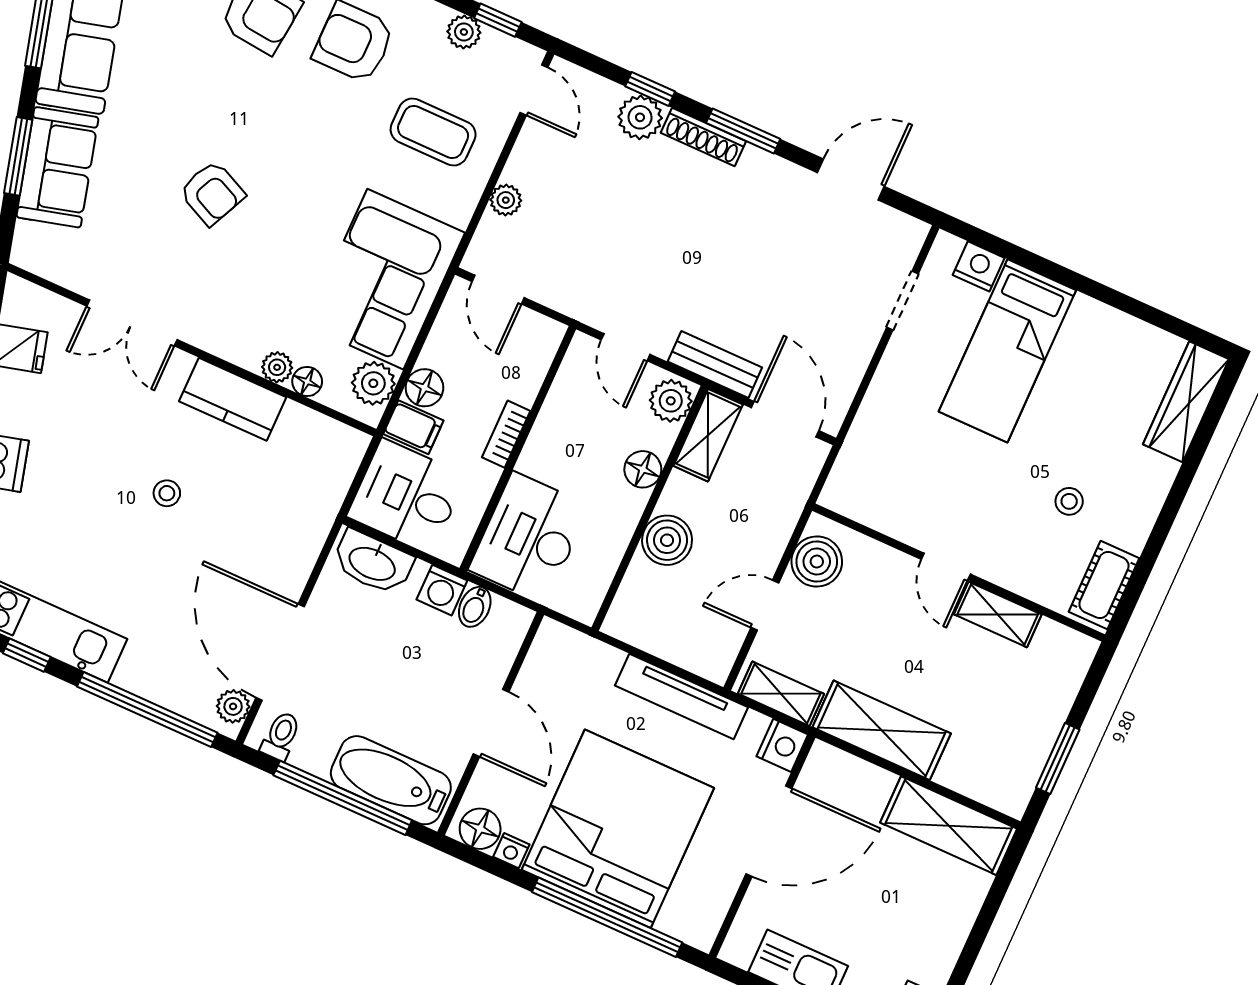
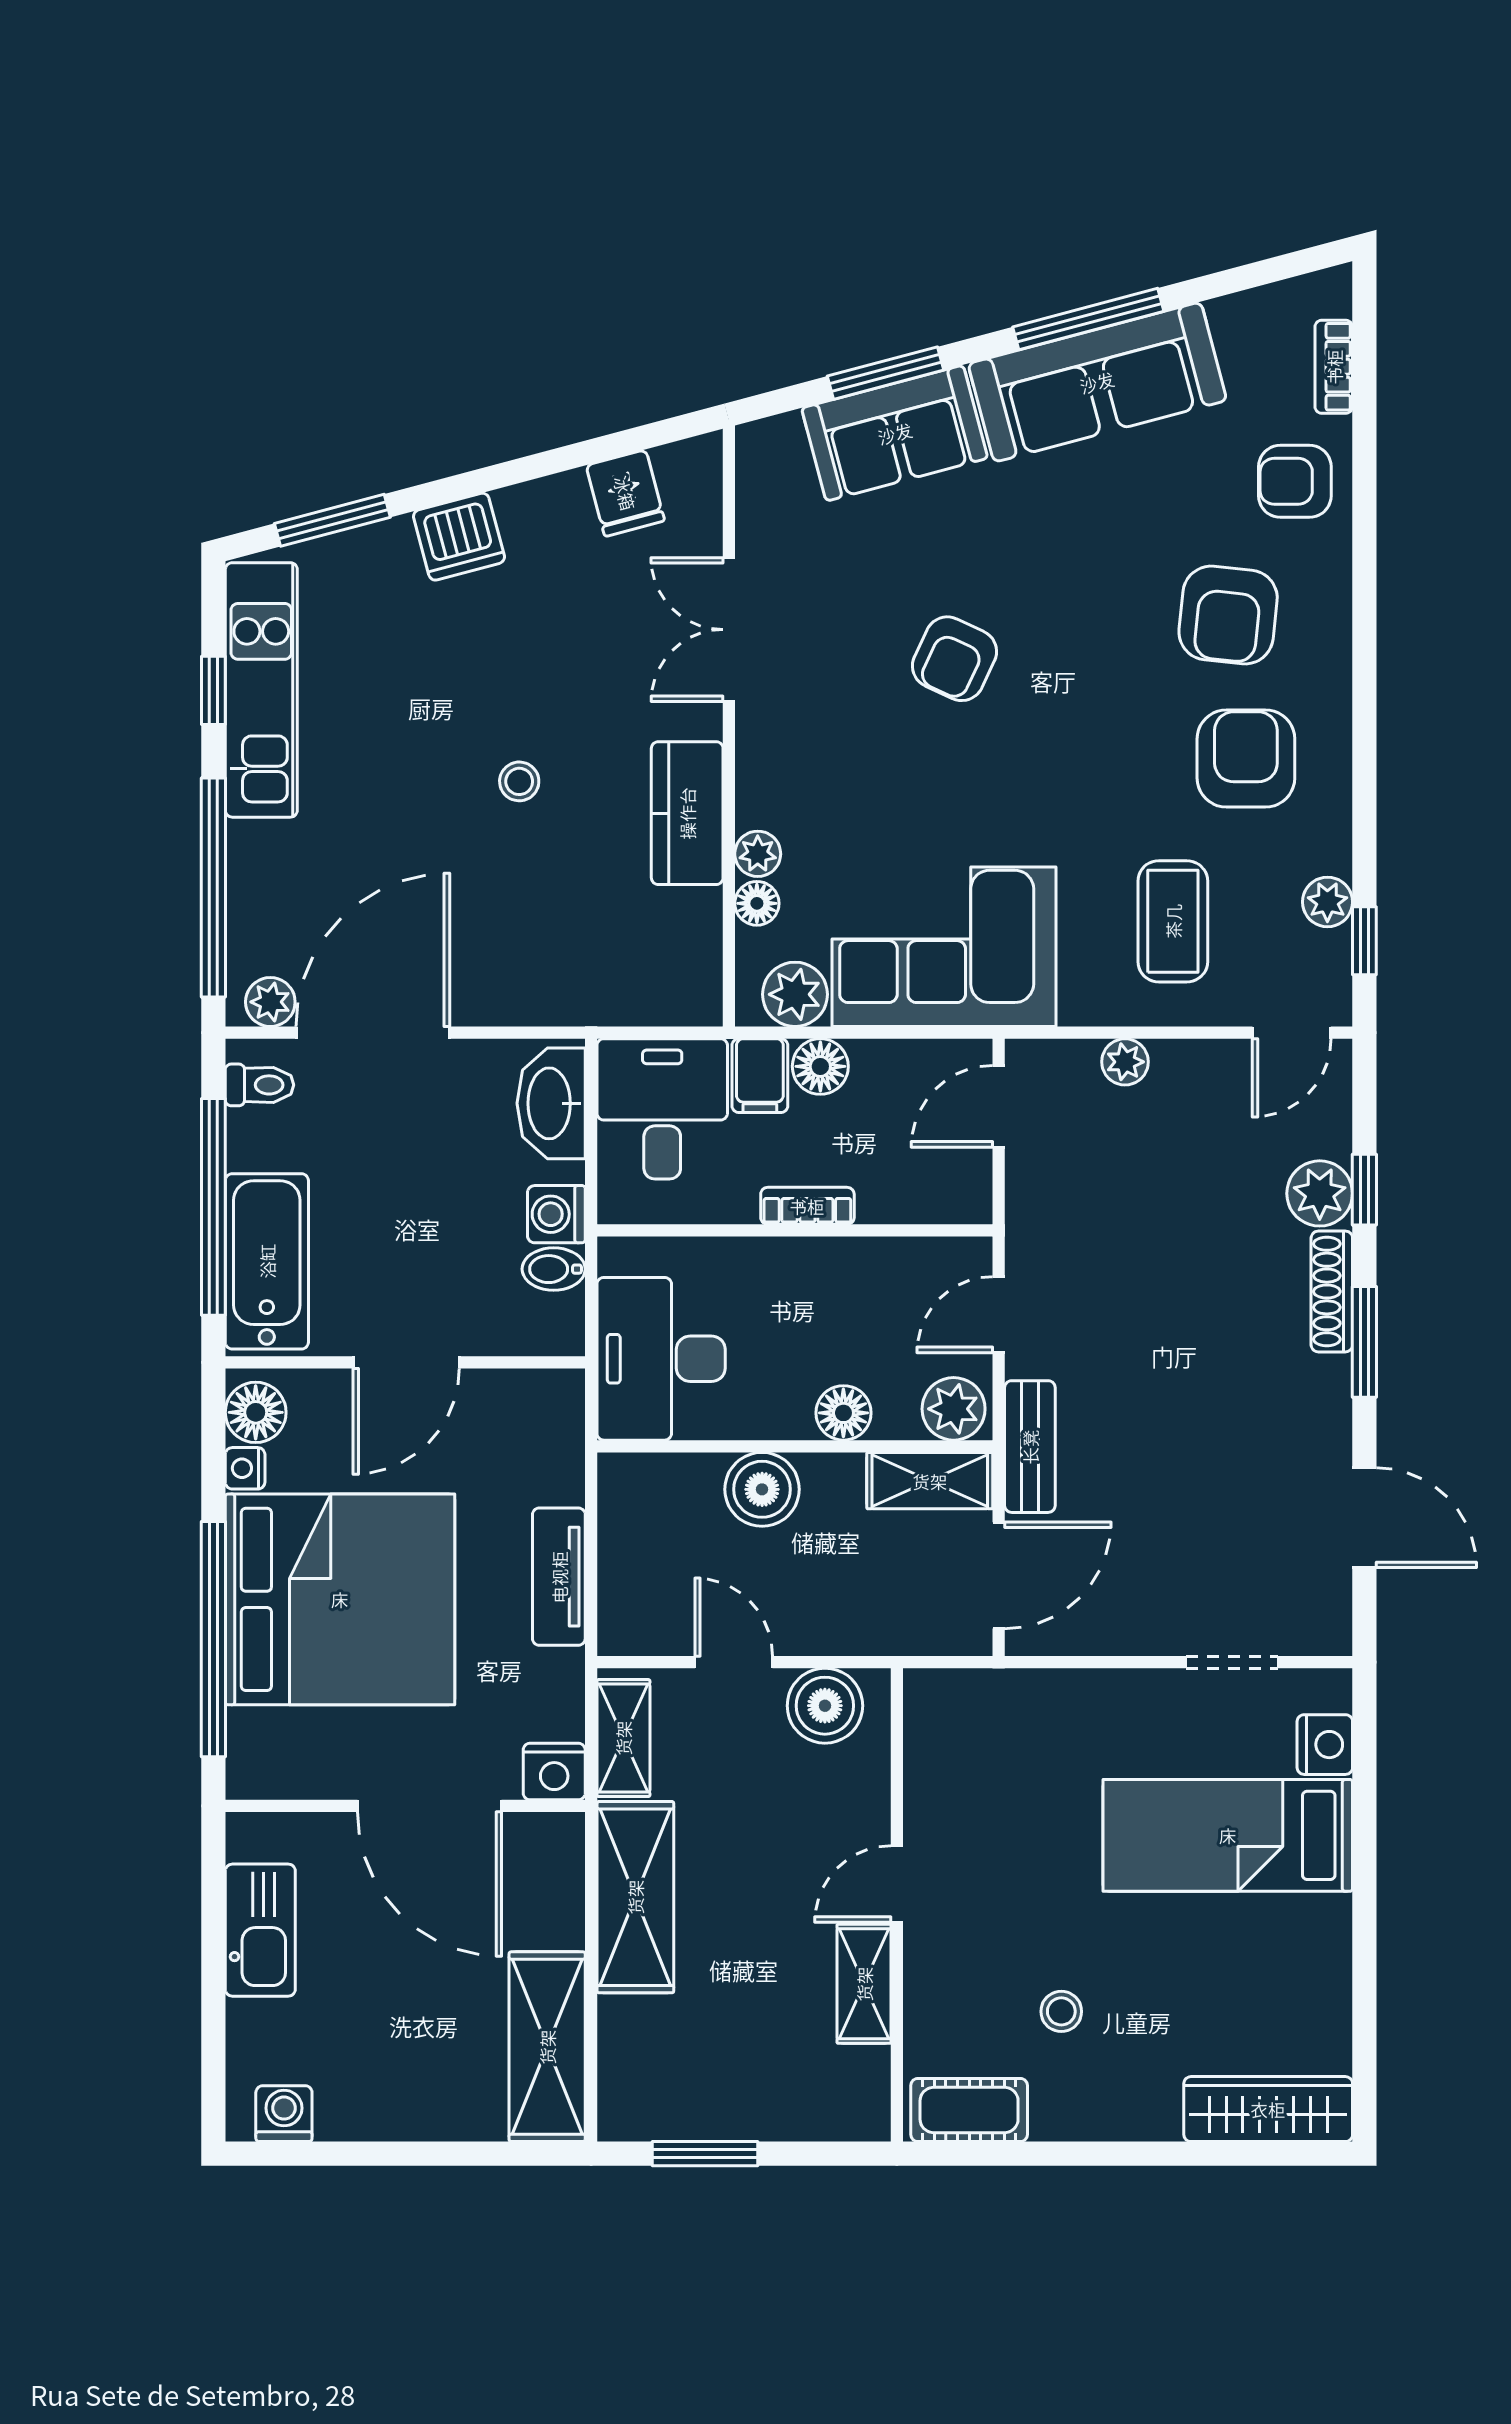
desk: (529, 538) -> (661, 1359), moved, turned -90
tv unit: (682, 696) -> (559, 1577), width x0.71

